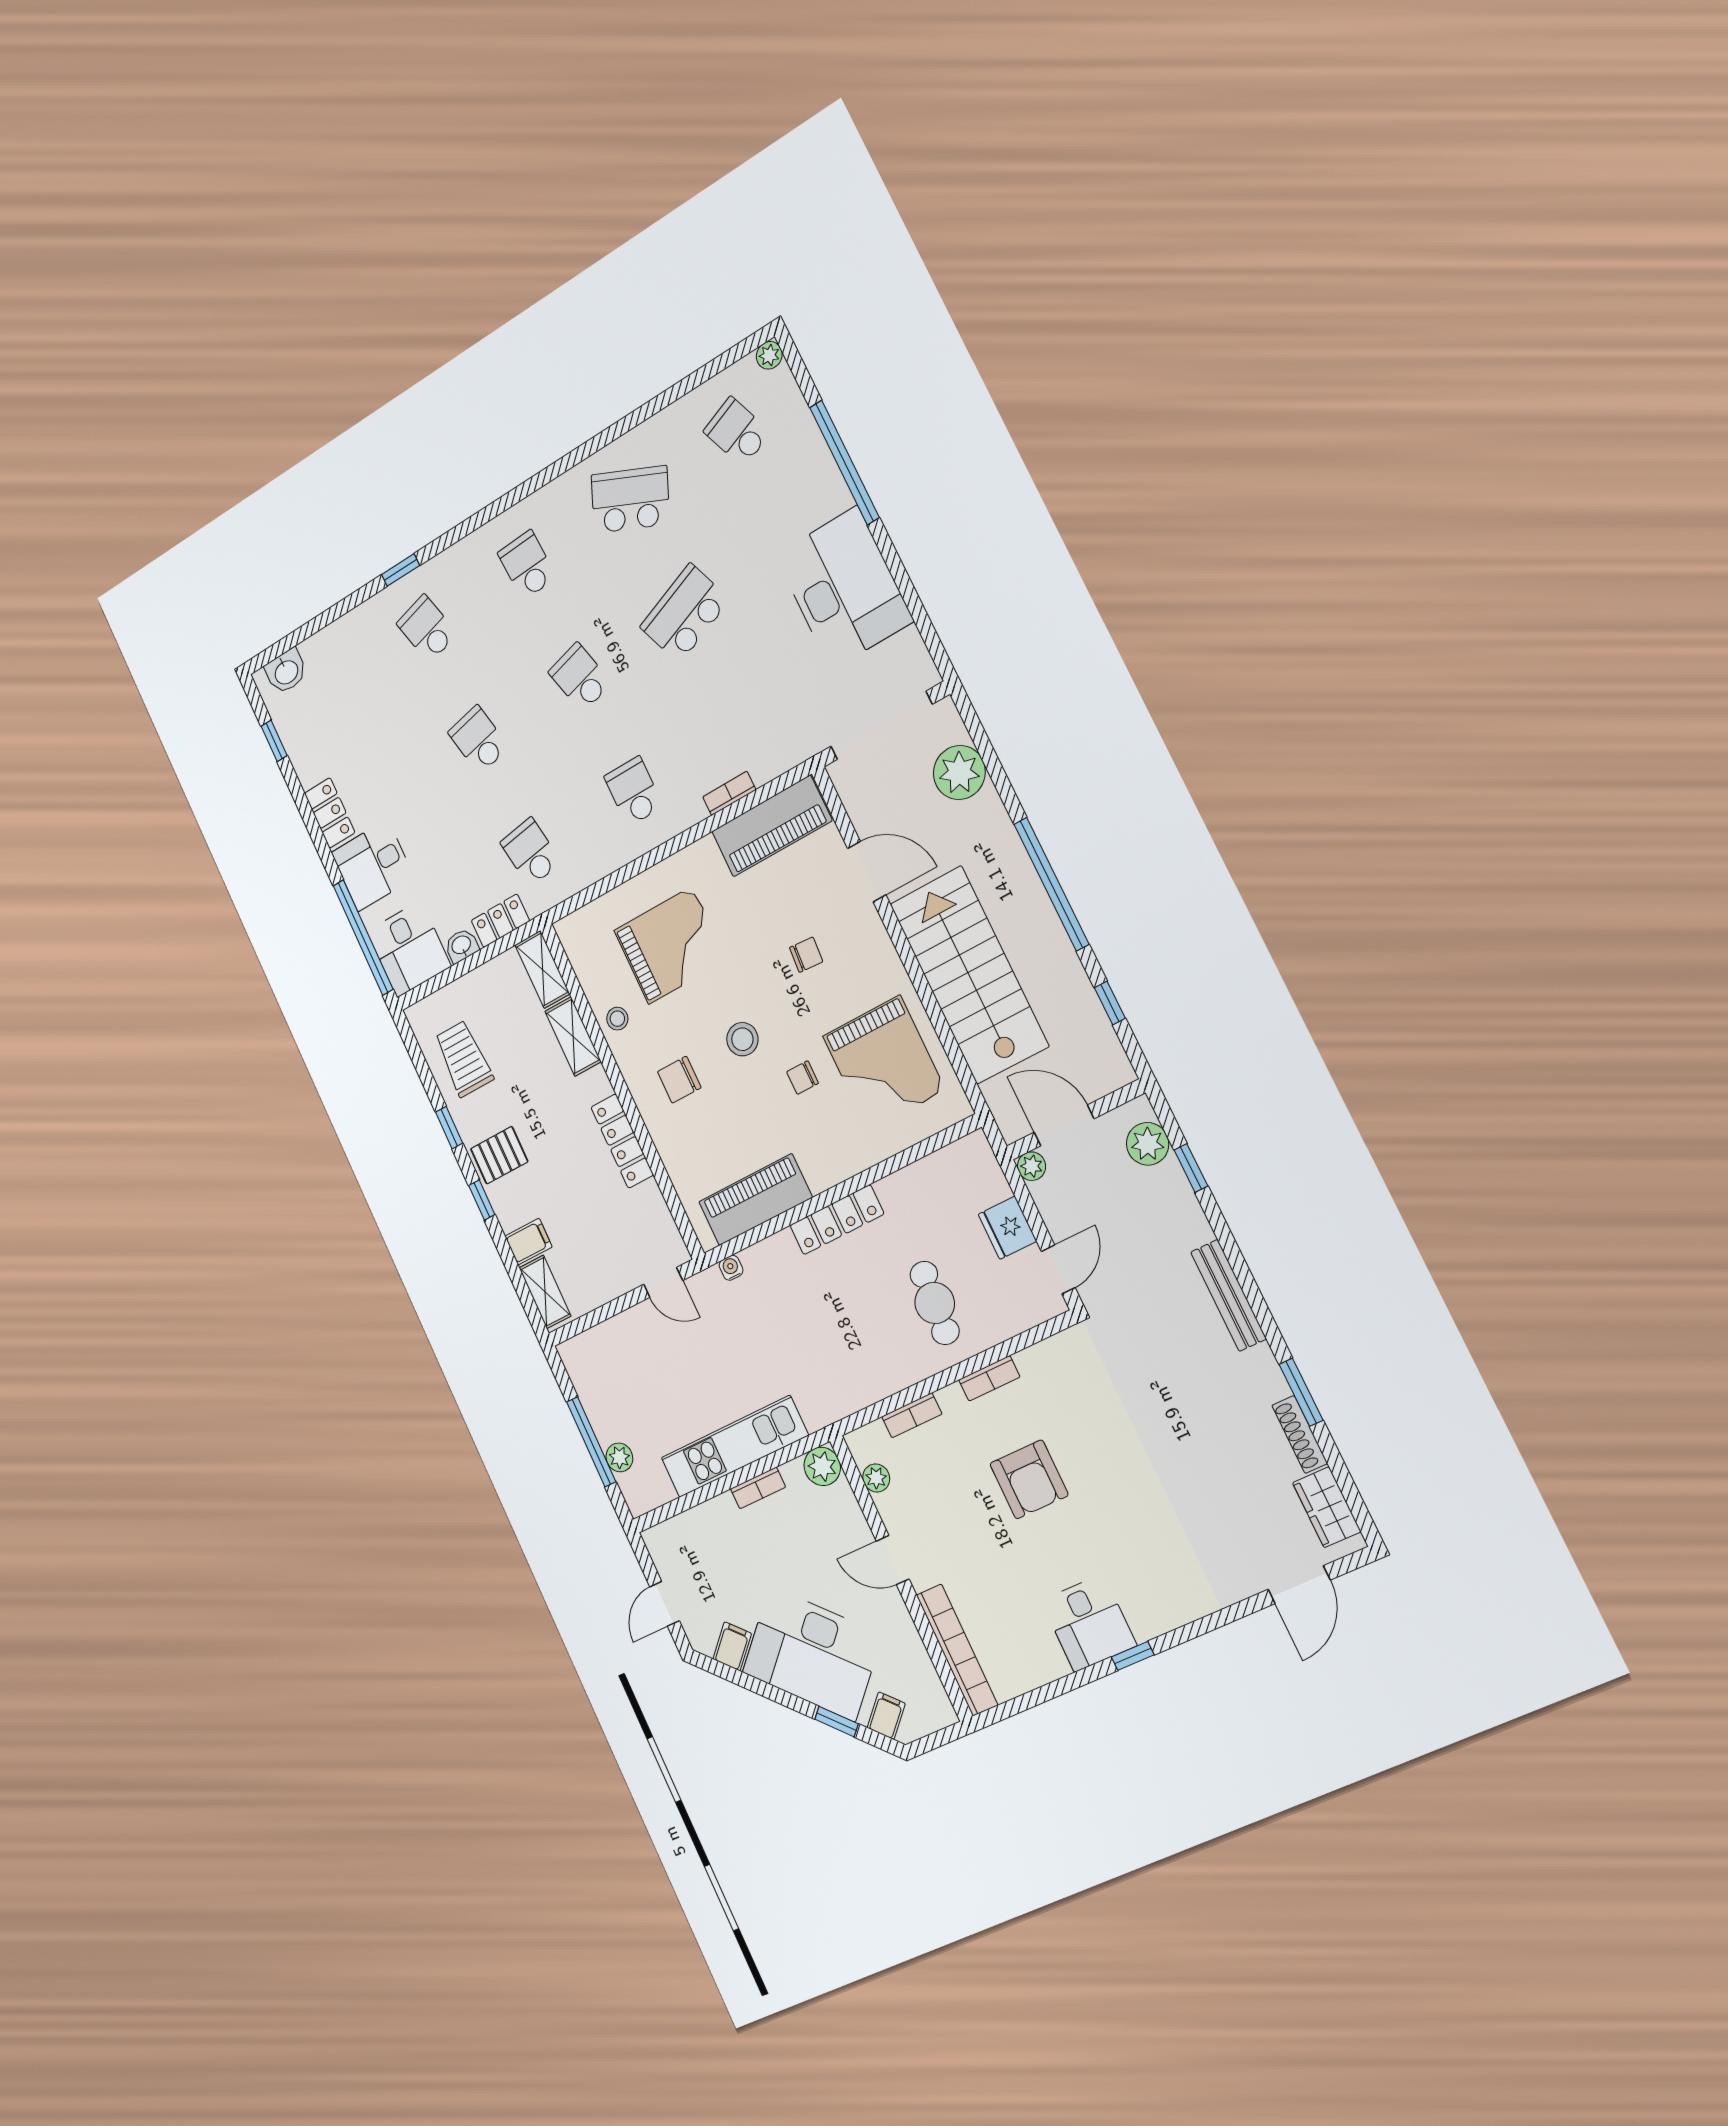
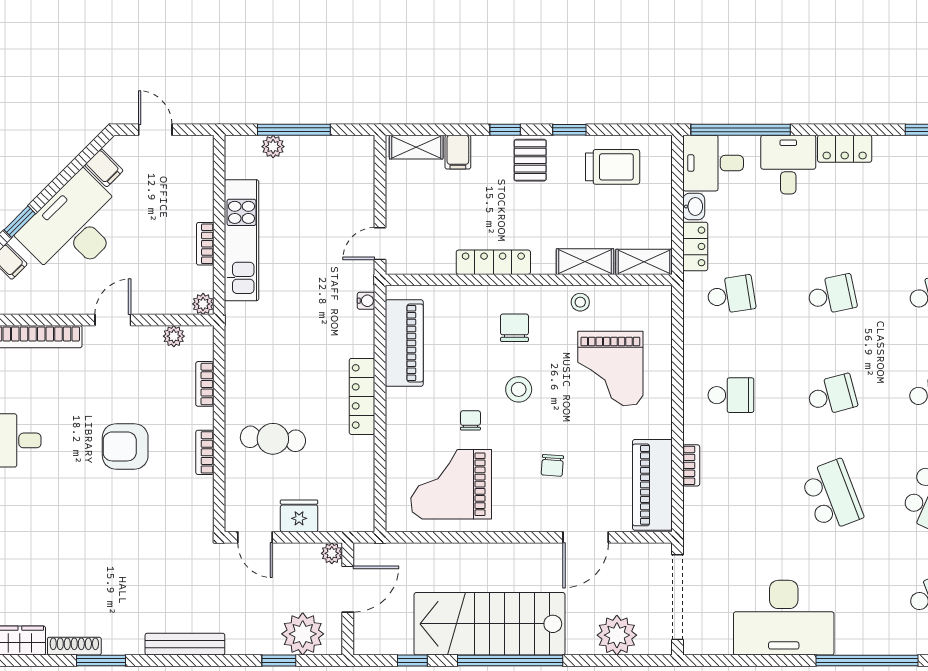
stairs: (969, 975) -> (490, 624), moved, turned 180
plant: (1148, 1144) -> (303, 634), width x1.36, depth x1.36
plant: (822, 1466) -> (203, 304), width x0.73, depth x0.73

